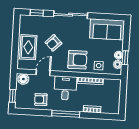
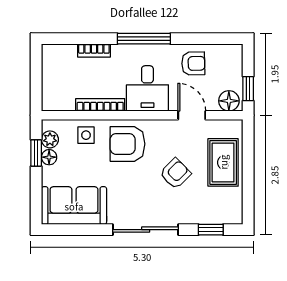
door: (43, 73) -> (192, 115), swing flipped
window: (12, 96) -> (248, 89), moved

